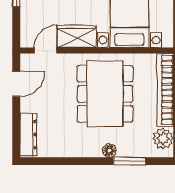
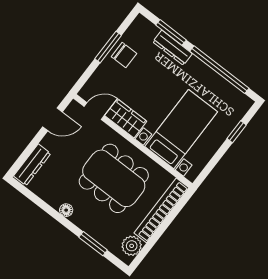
dining table: (105, 94) -> (114, 178), turned 90
floor lamp: (109, 151) -> (66, 210), moved

